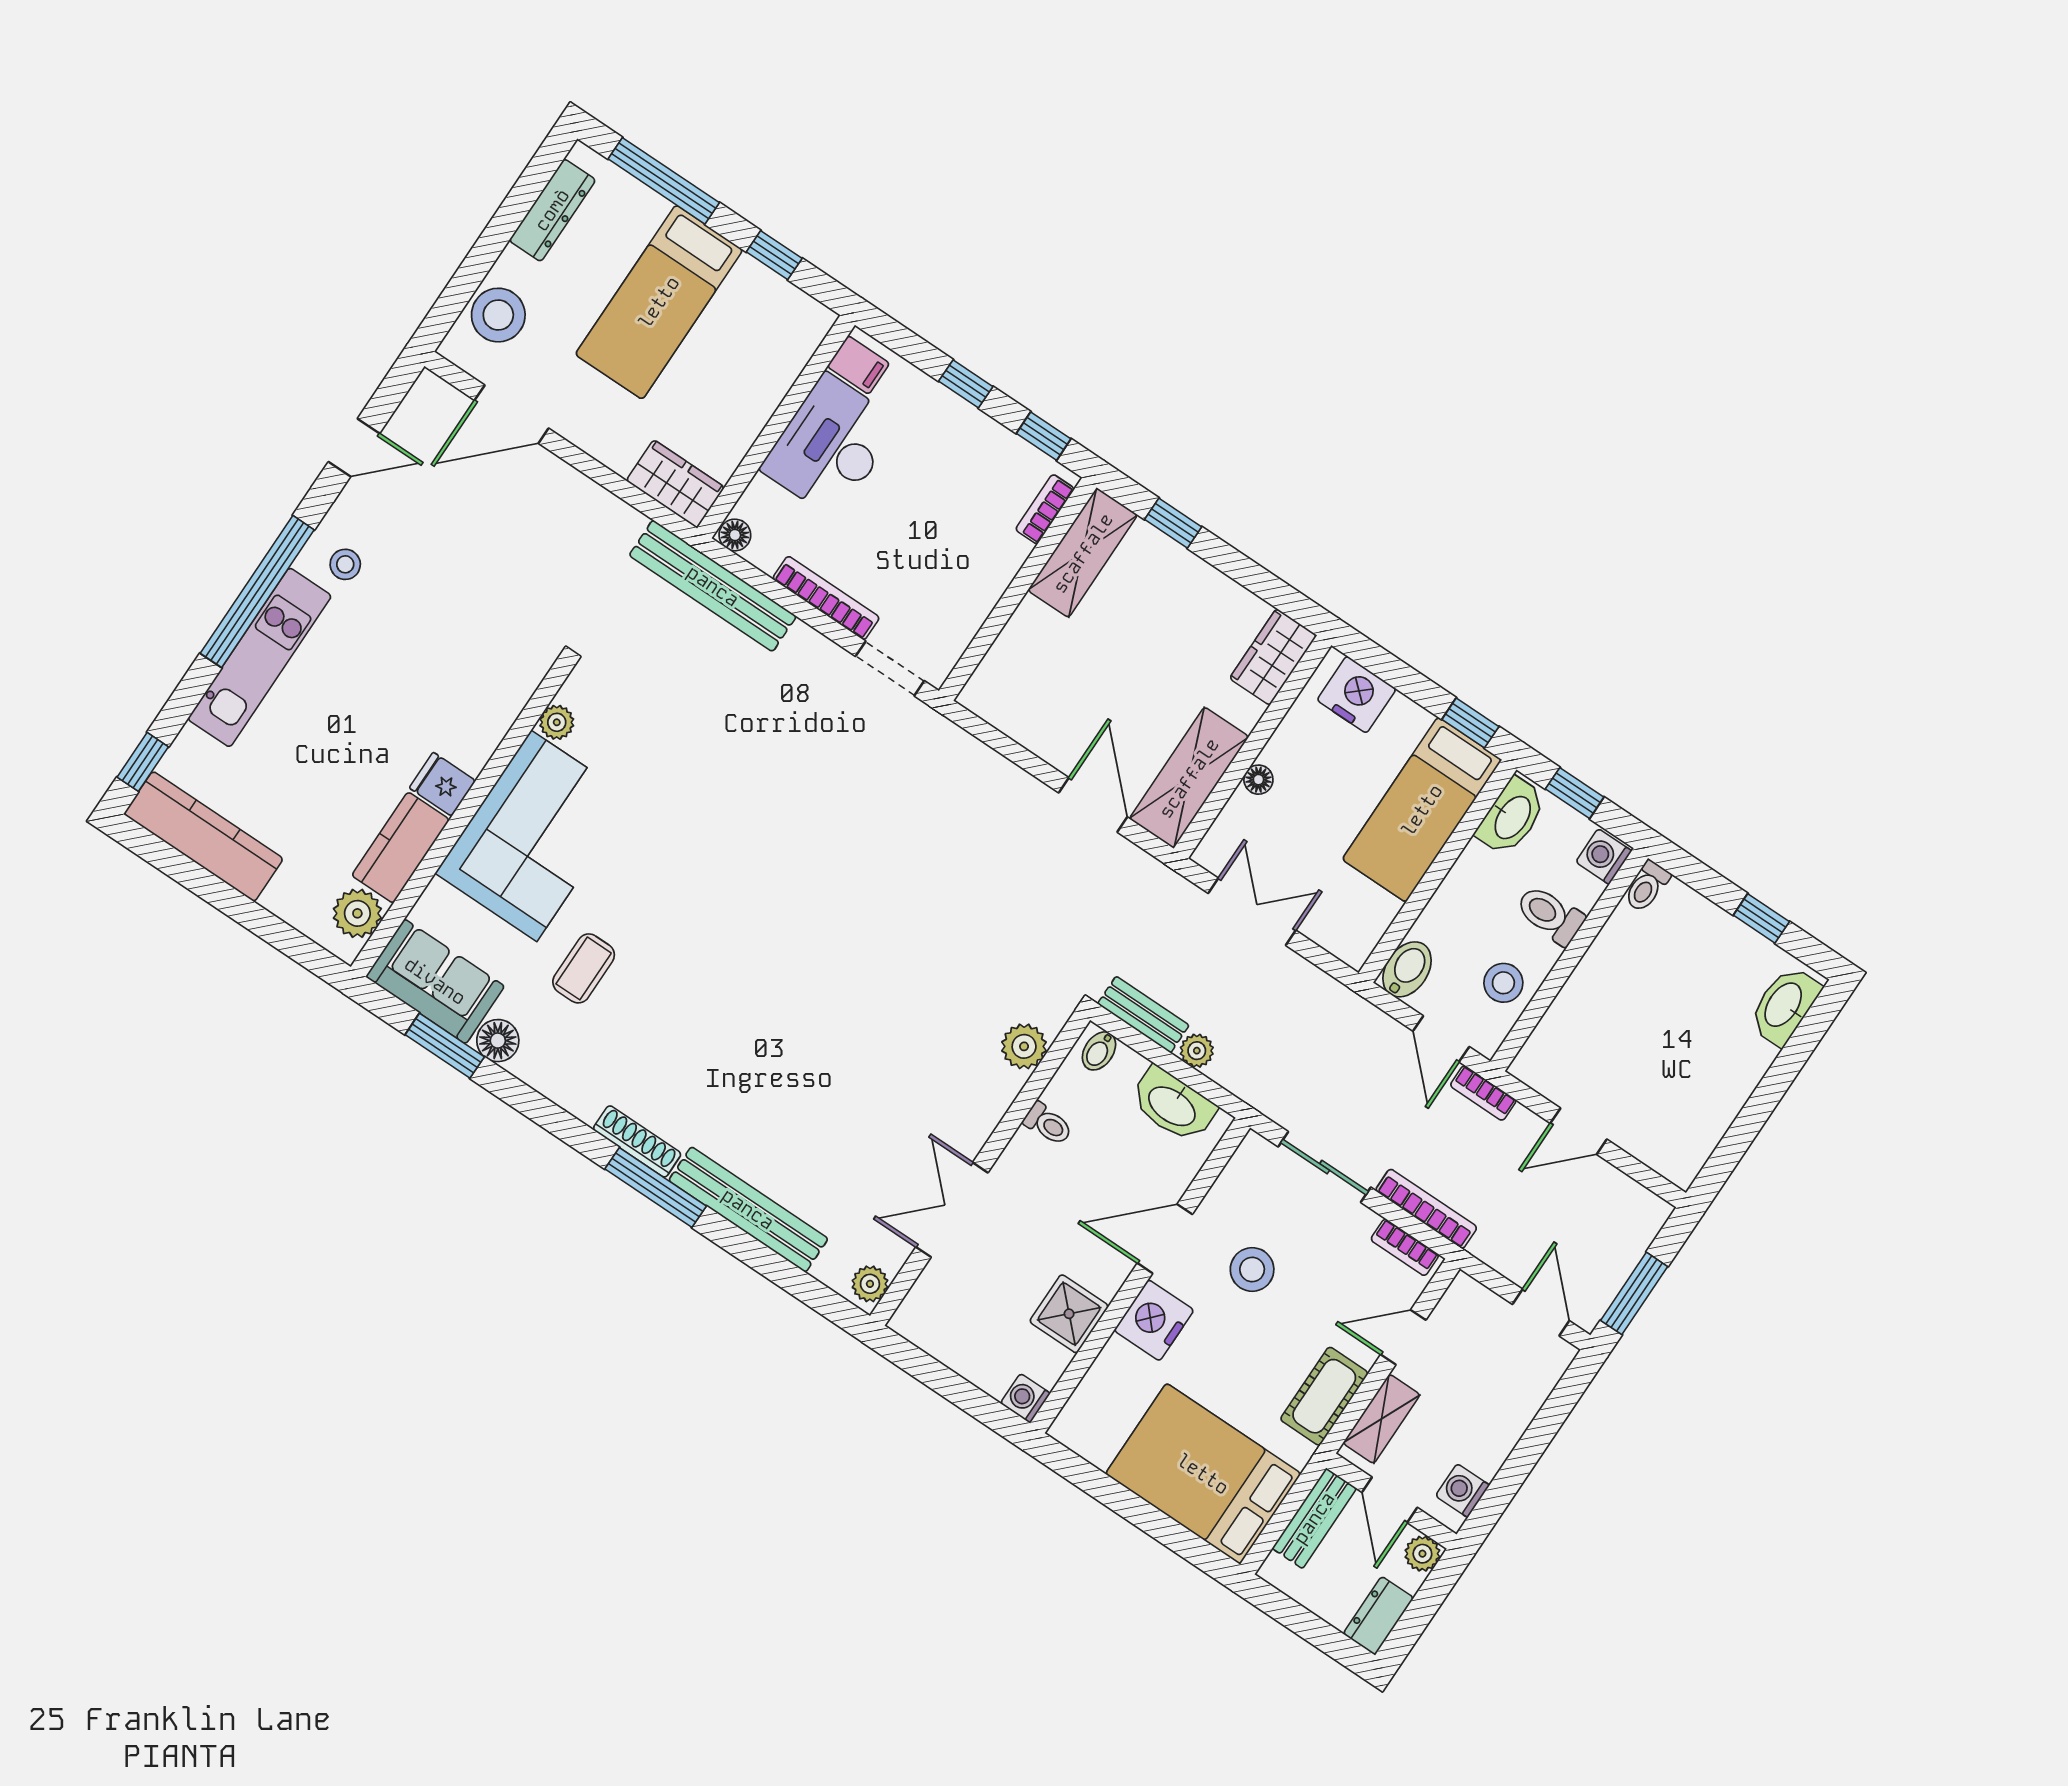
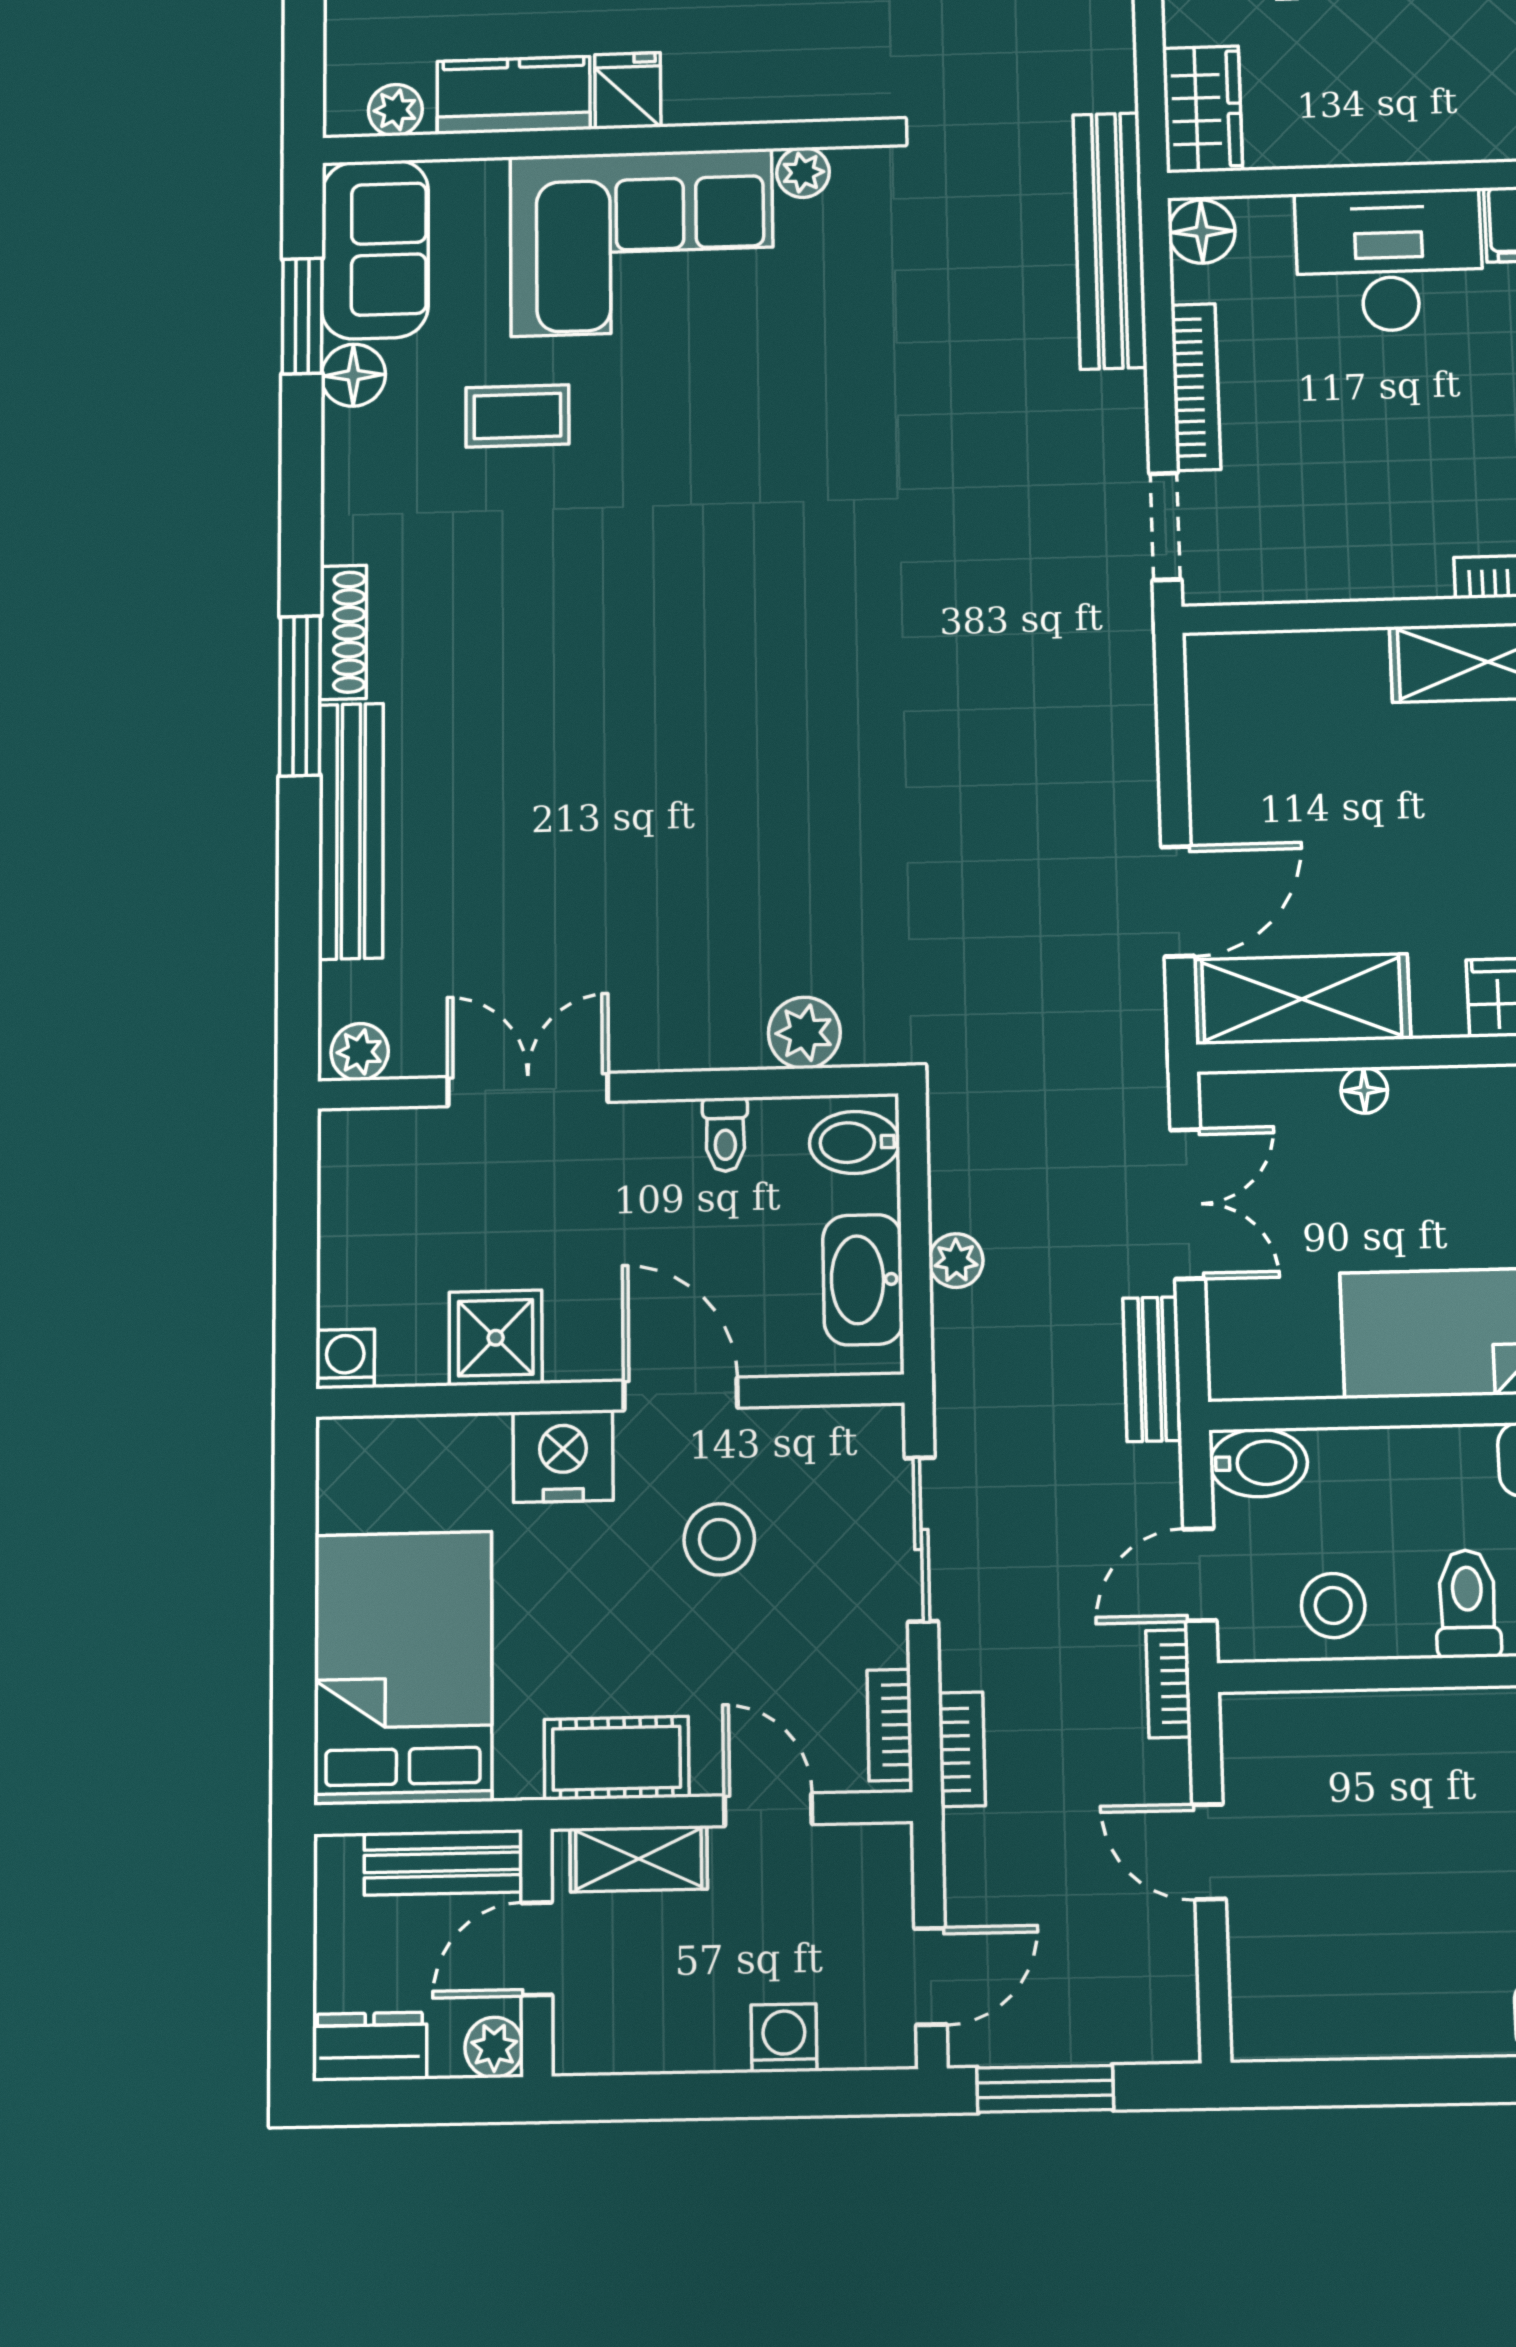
floor lamp: (735, 535) -> (1202, 232), width x1.37, depth x1.37
plant: (357, 913) -> (395, 110), width x0.73, depth x0.73
bench: (1143, 1015) -> (1152, 1369), moved
bidet: (1099, 1051) -> (854, 1142), width x1.38, depth x1.36
bookcase: (1426, 1209) -> (962, 1749), width x0.64
washing machine: (1462, 1491) -> (784, 2038), moved

